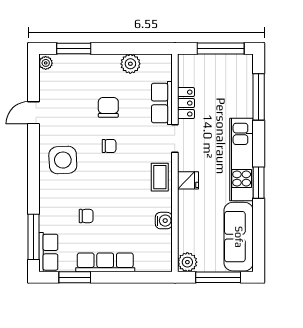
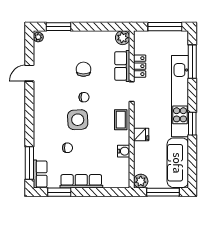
plant: (130, 64) -> (123, 38), moved
kitchen unit: (242, 159) -> (180, 96), width x1.36
side table: (63, 160) -> (78, 120), moved
fridge: (188, 180) -> (141, 134), moved

